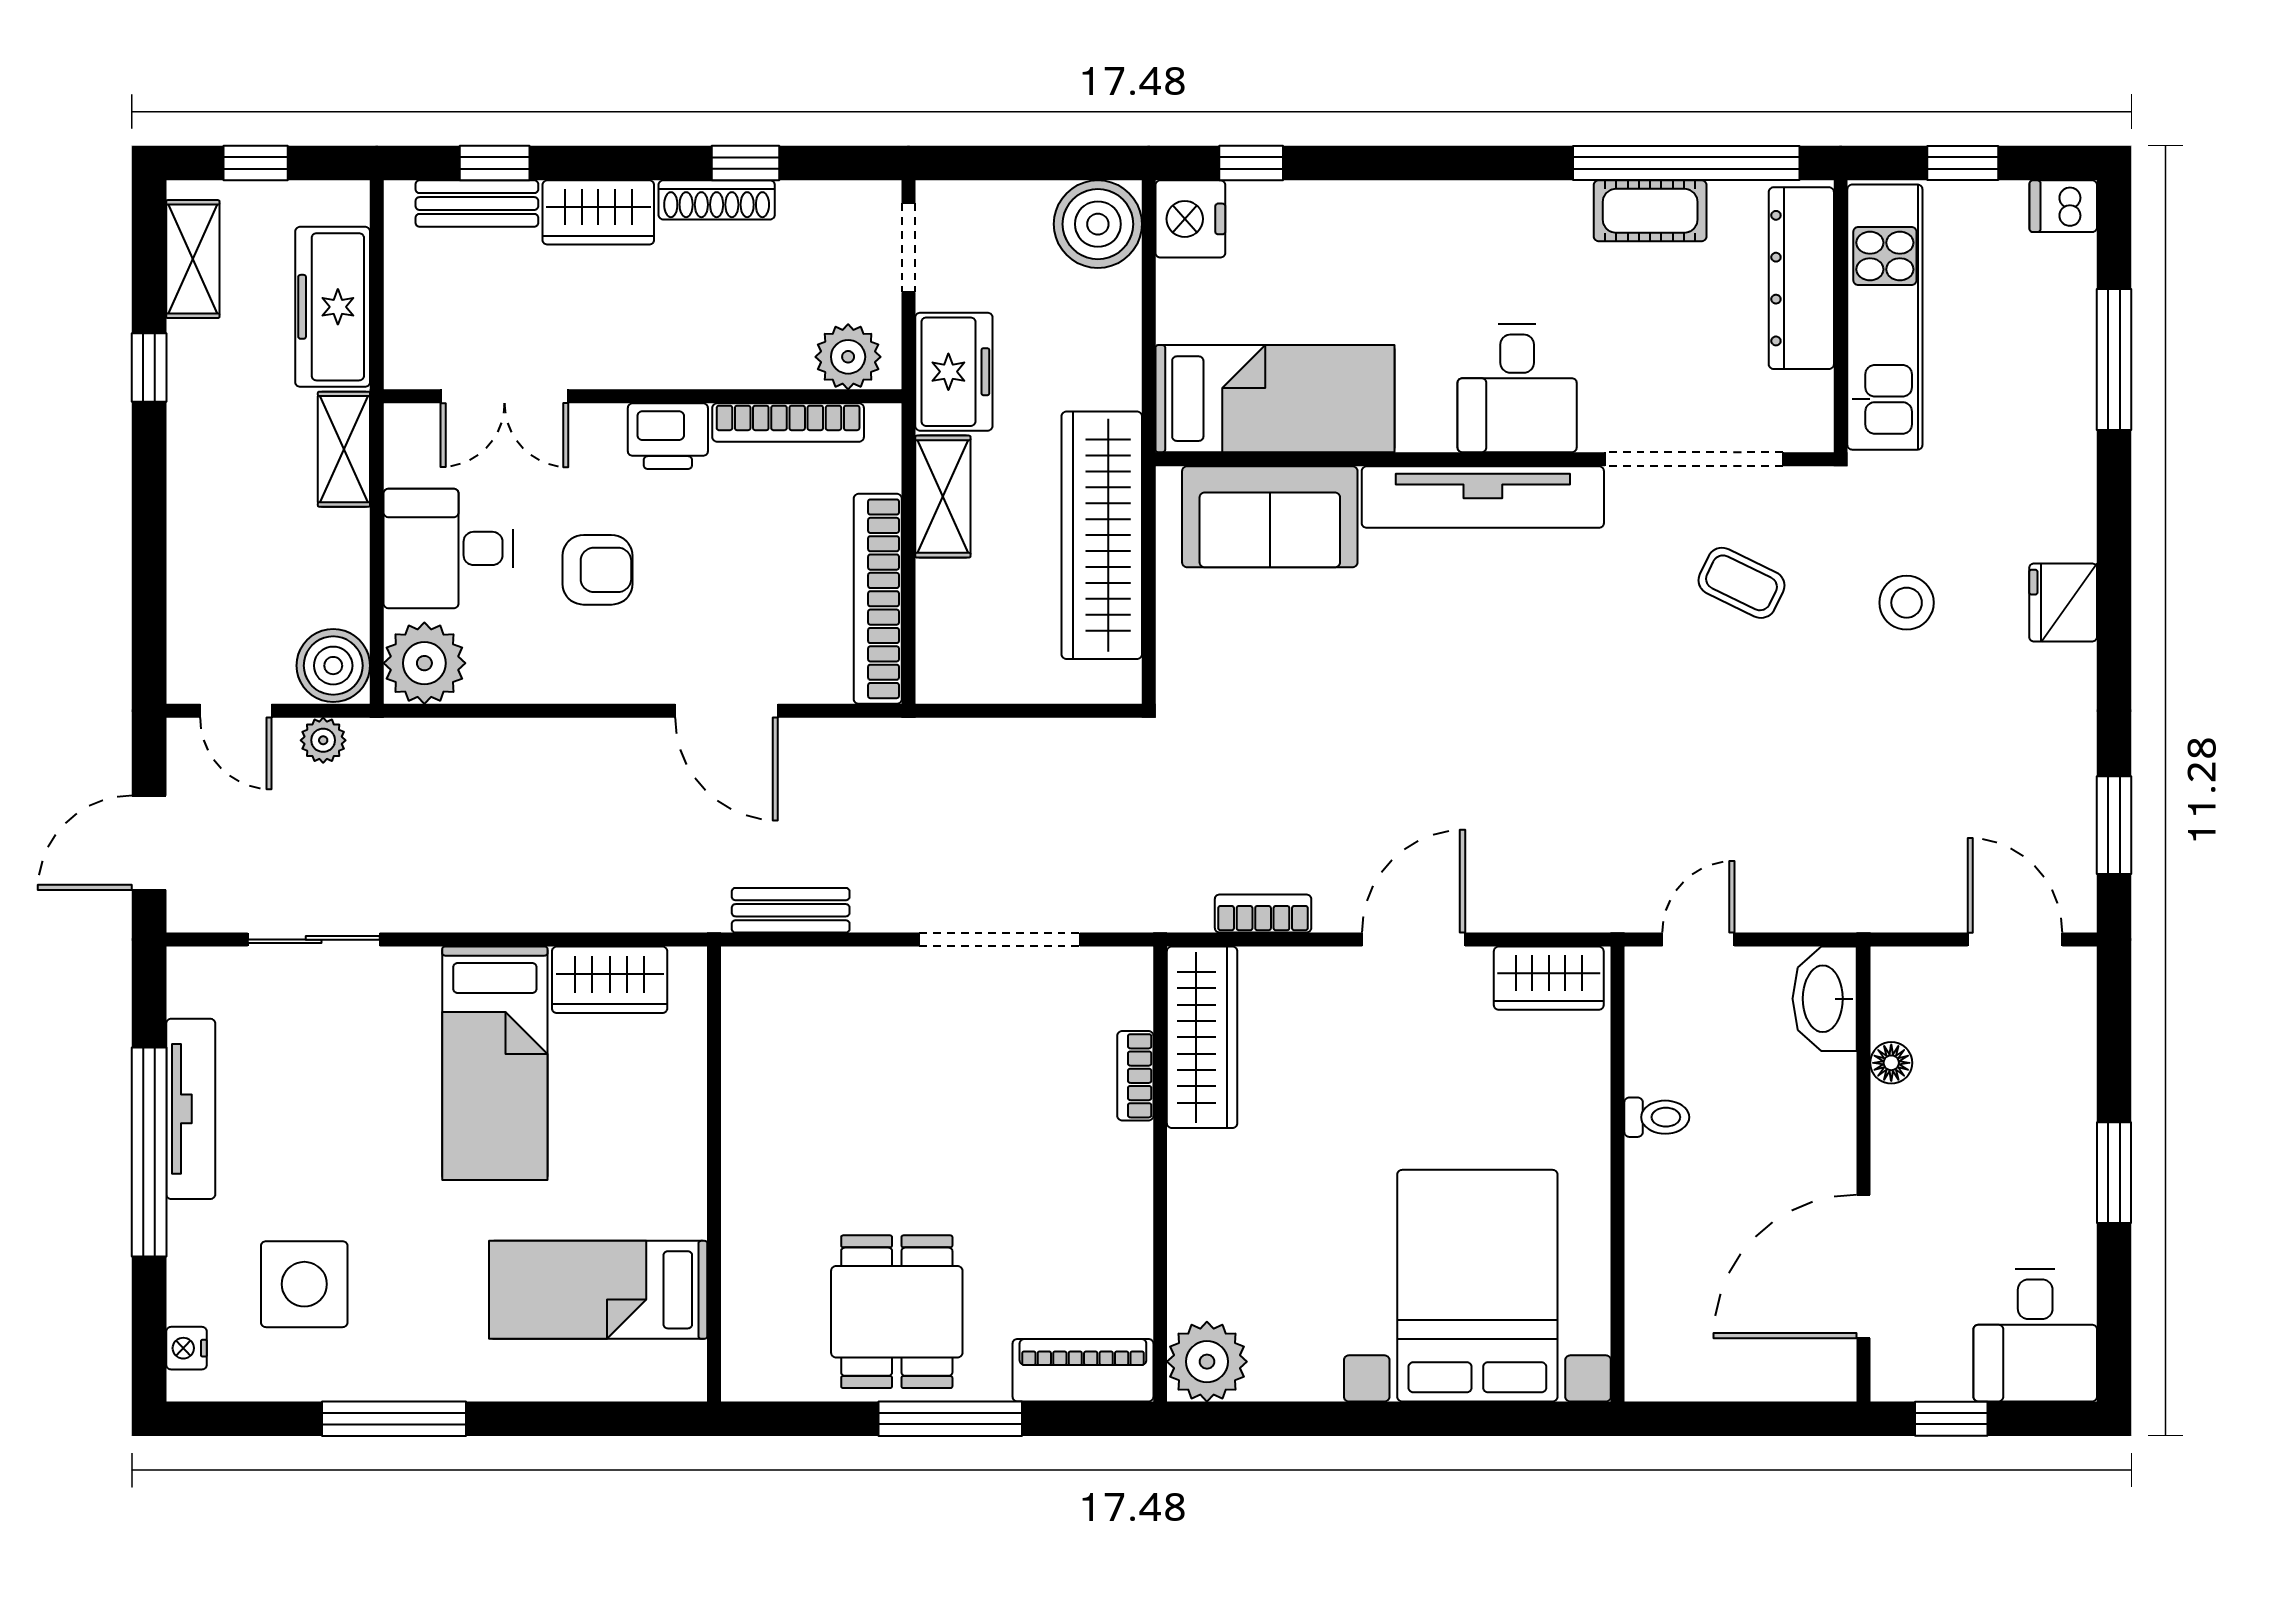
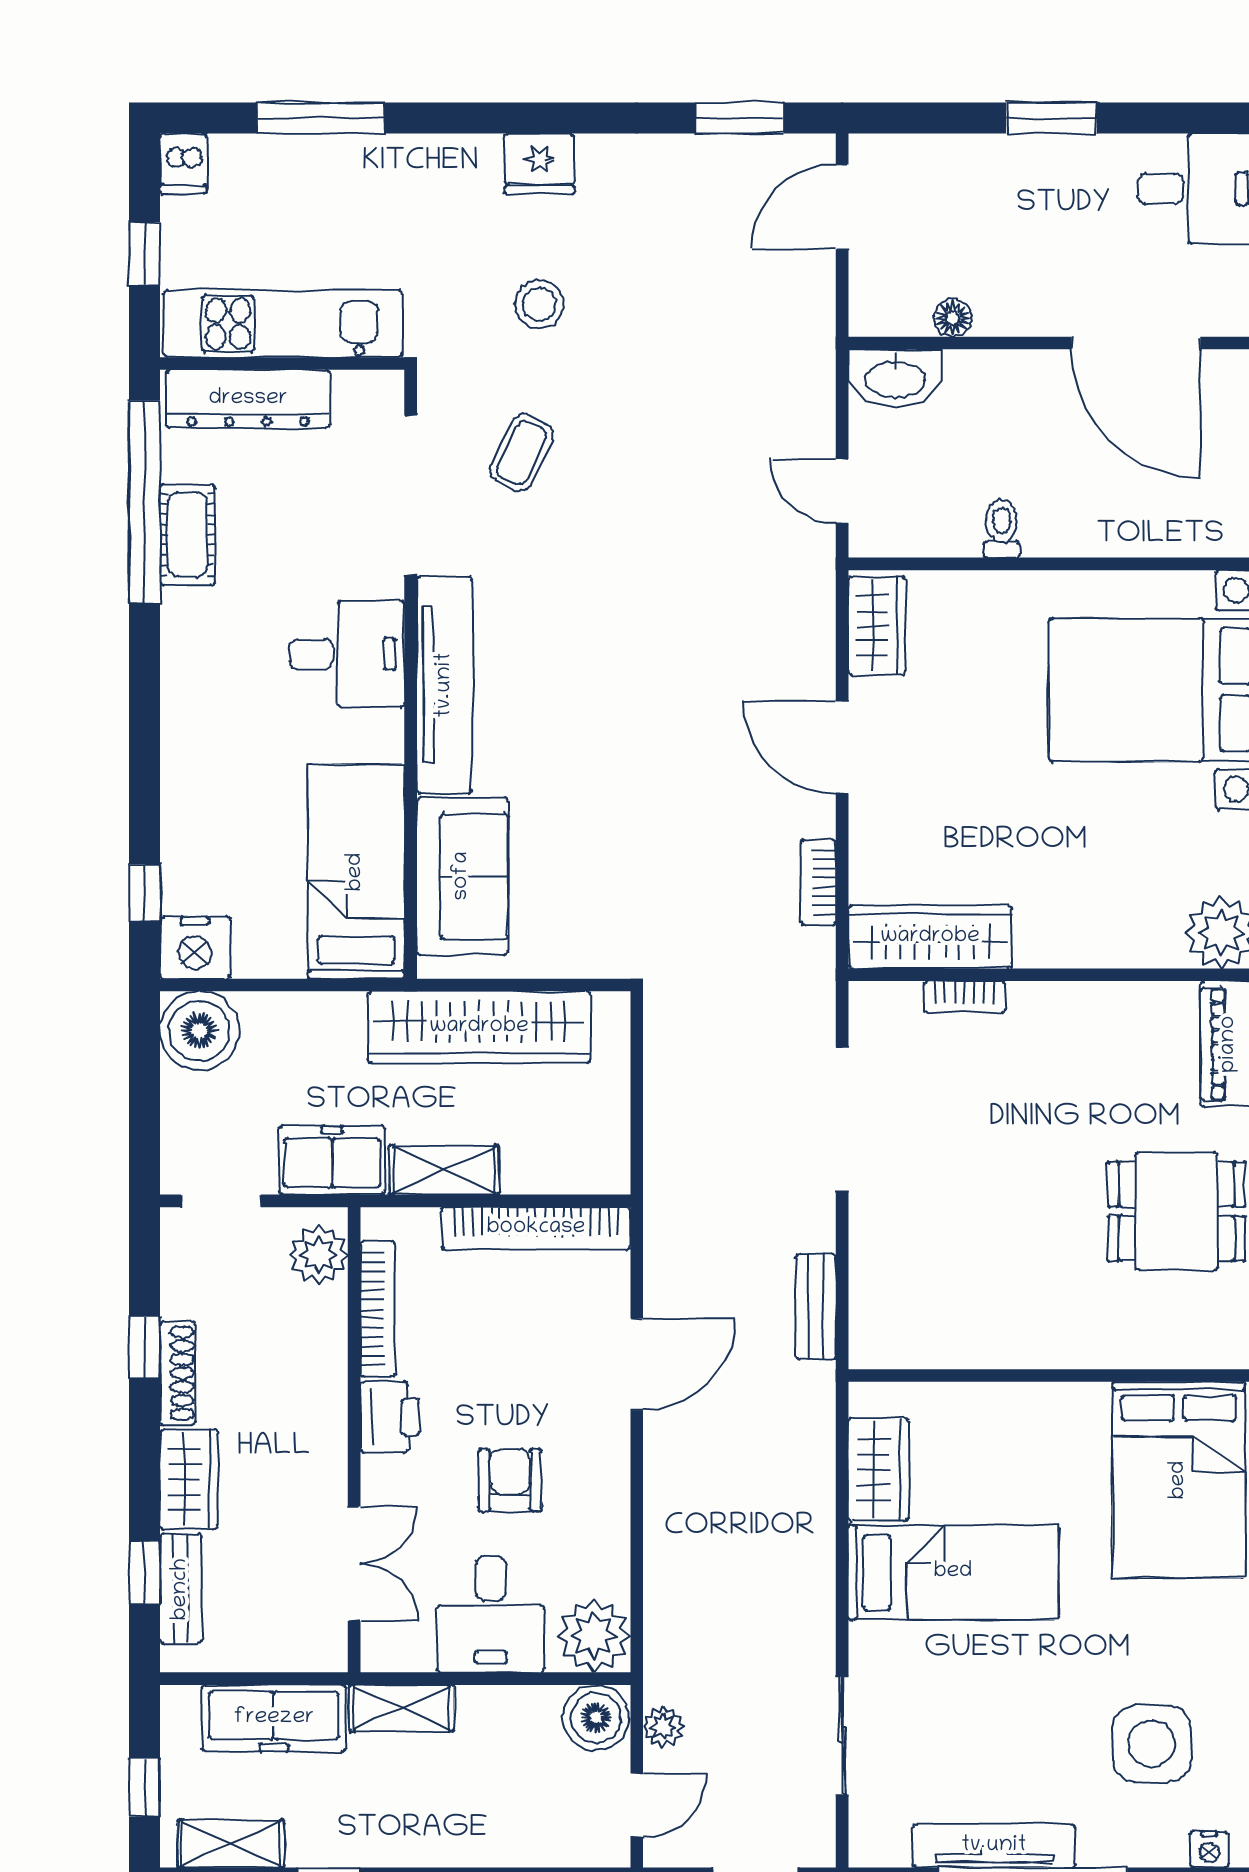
bed: (598, 1290) -> (1179, 1480), width x1.50

